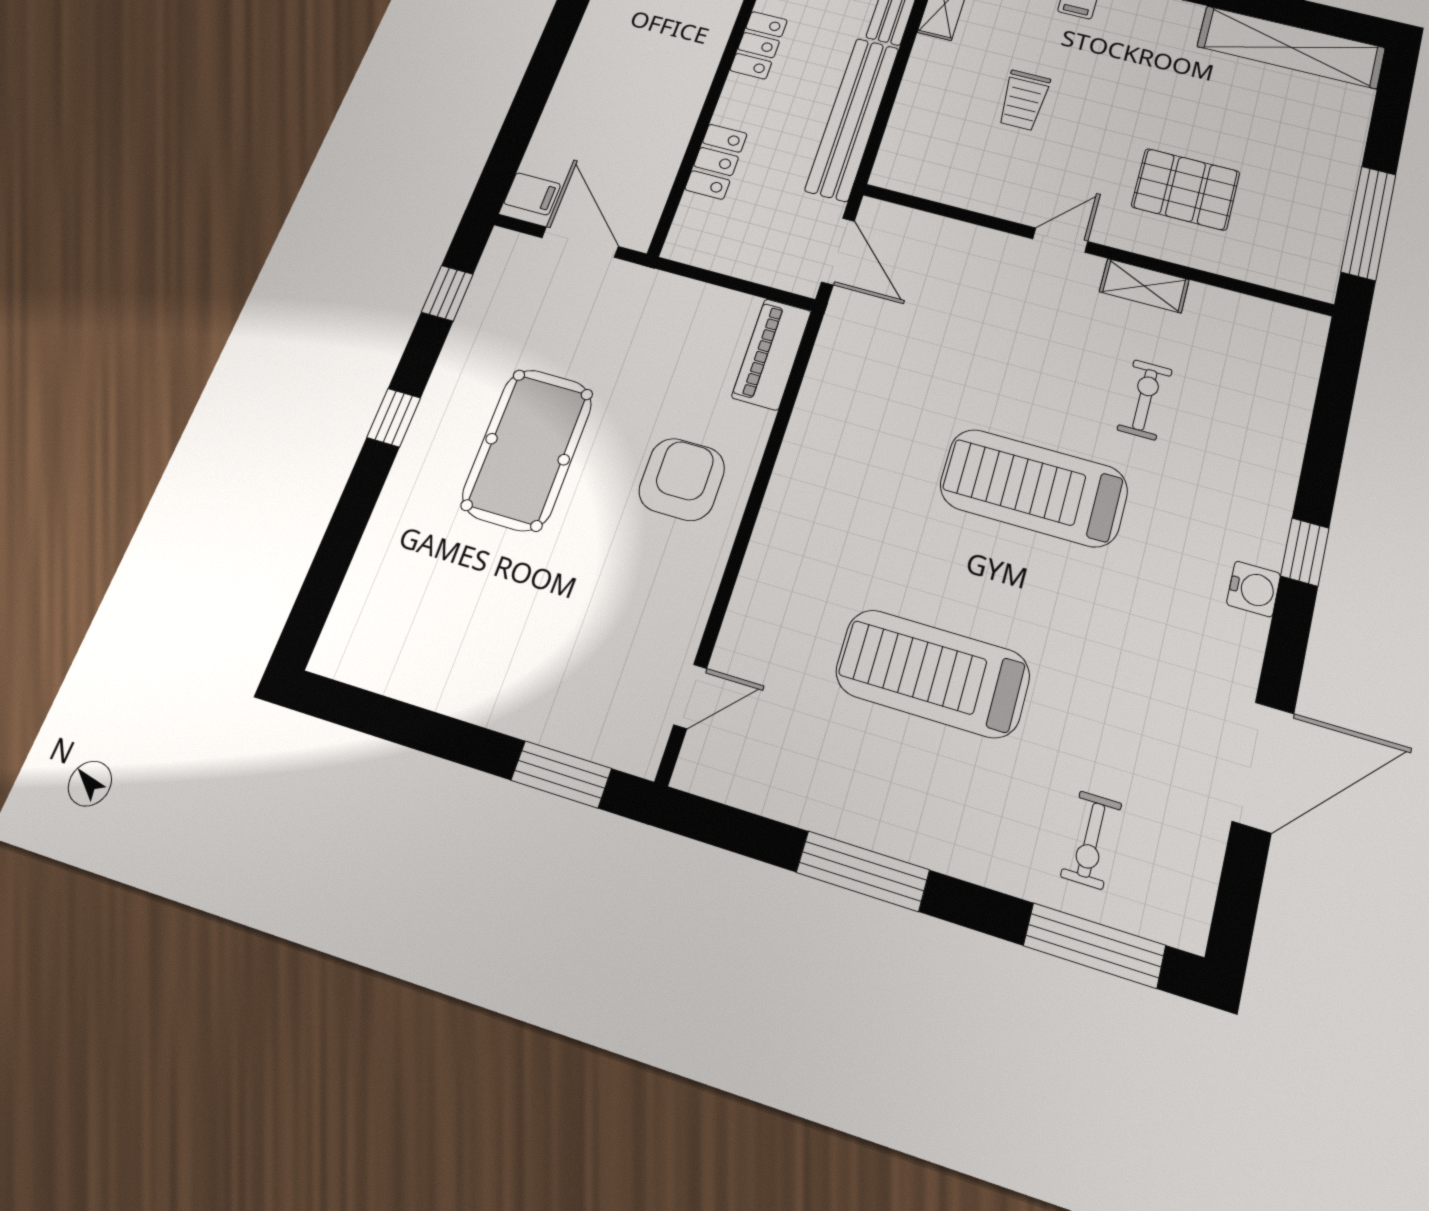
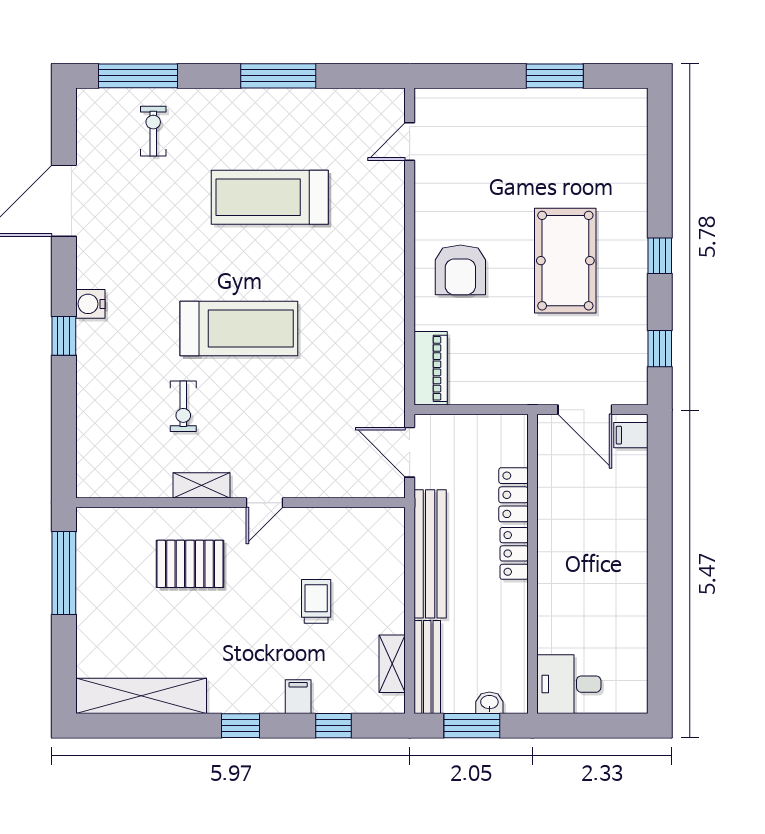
locker: (759, 45) -> (514, 553), moved
treadmill: (933, 673) -> (270, 197), turned 180
window: (561, 774) -> (555, 76), moved

